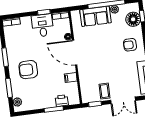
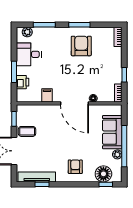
desk: (43, 25) -> (29, 54), moved, turned 180
door: (75, 53) -> (75, 103), swing flipped
armchair: (28, 70) -> (81, 46), moved

